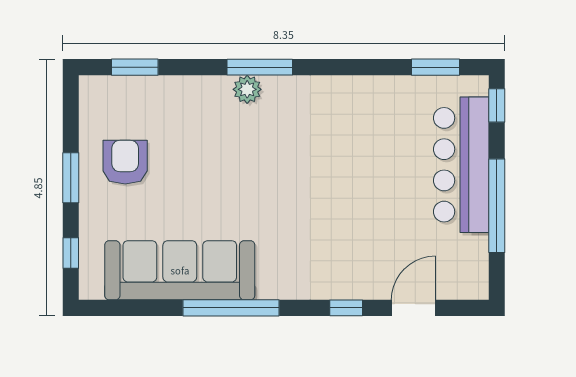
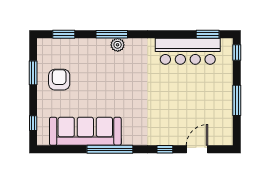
window: (260, 67) -> (112, 34), moved
bar counter: (461, 165) -> (188, 51), moved, turned -90
window: (71, 178) -> (33, 73), moved
window: (497, 206) -> (237, 100), width x0.68

